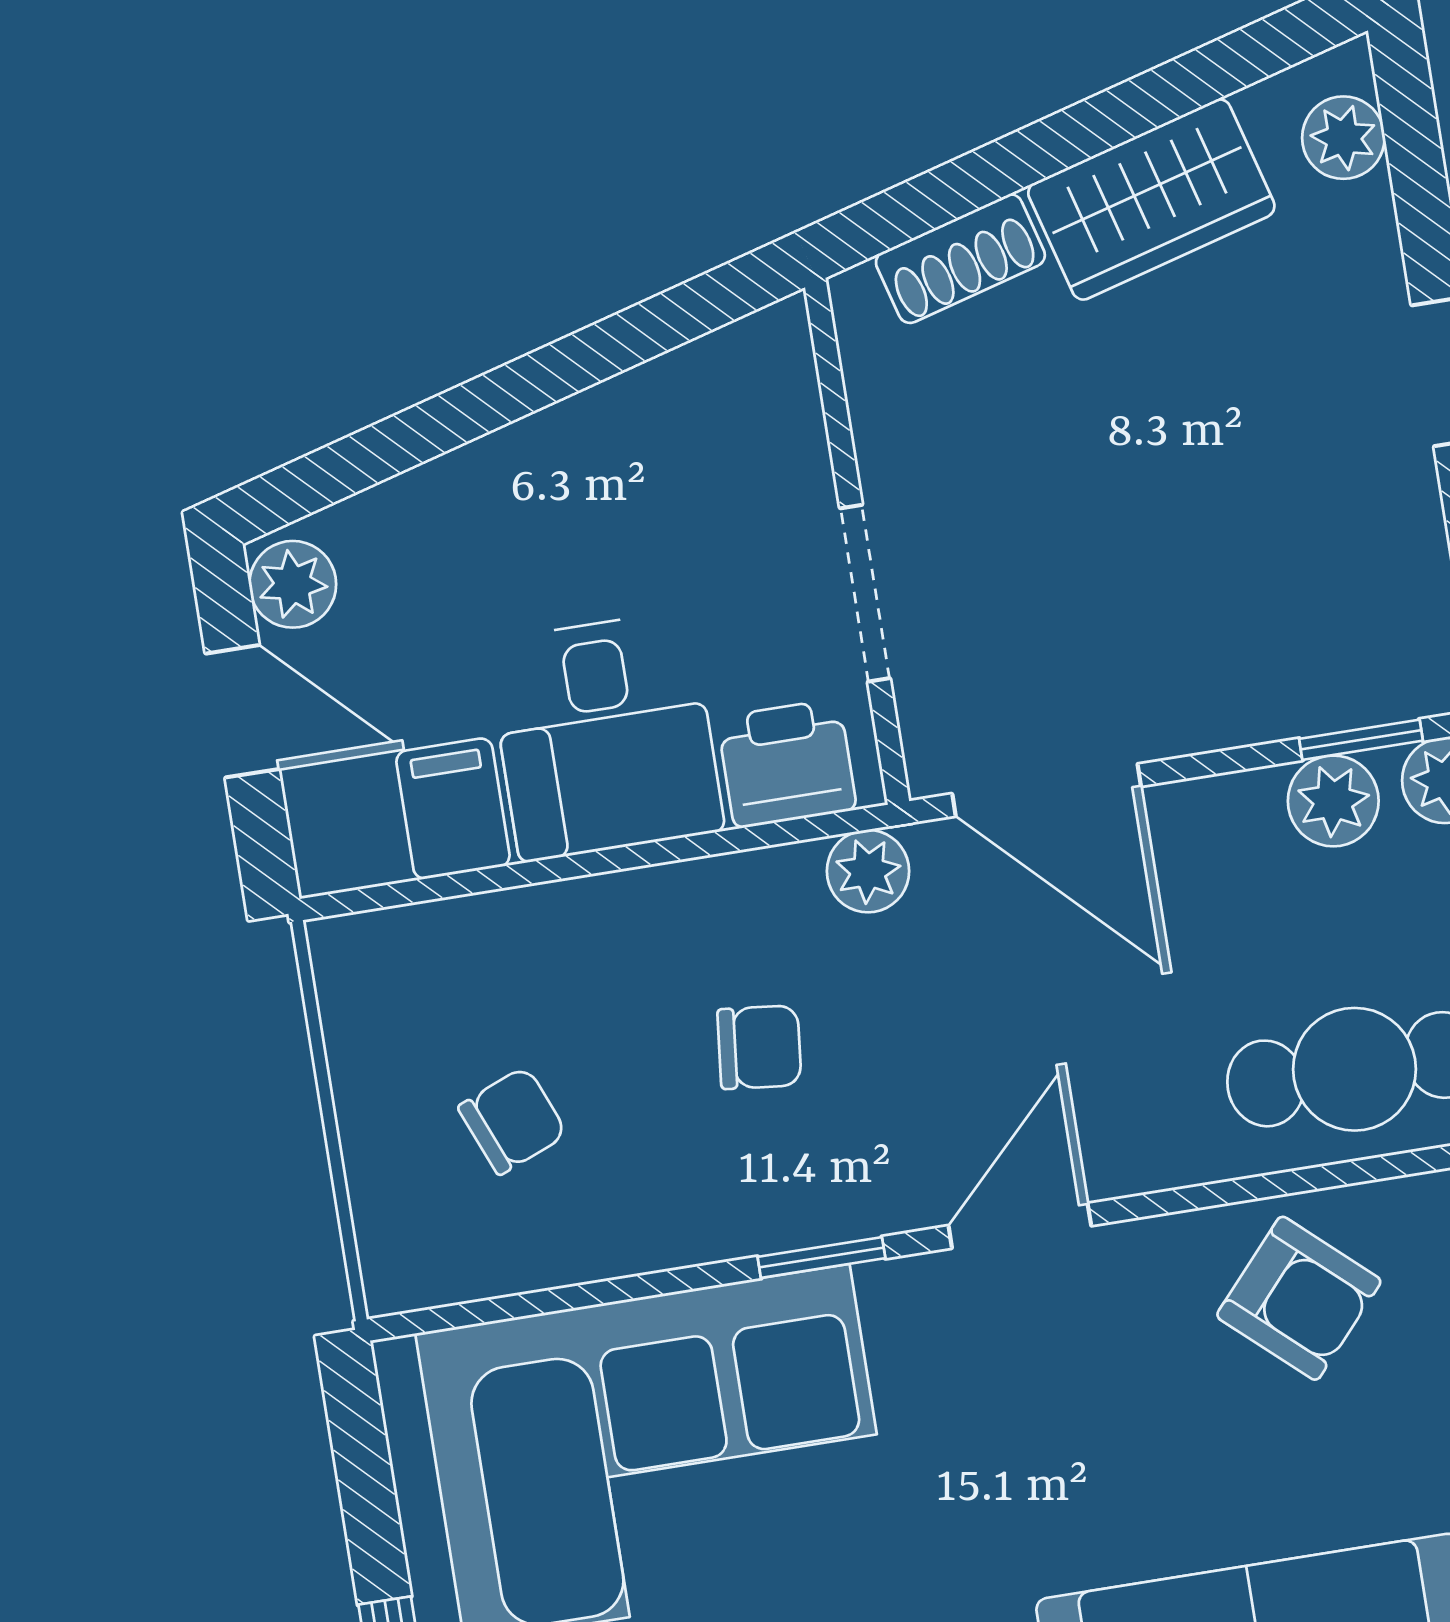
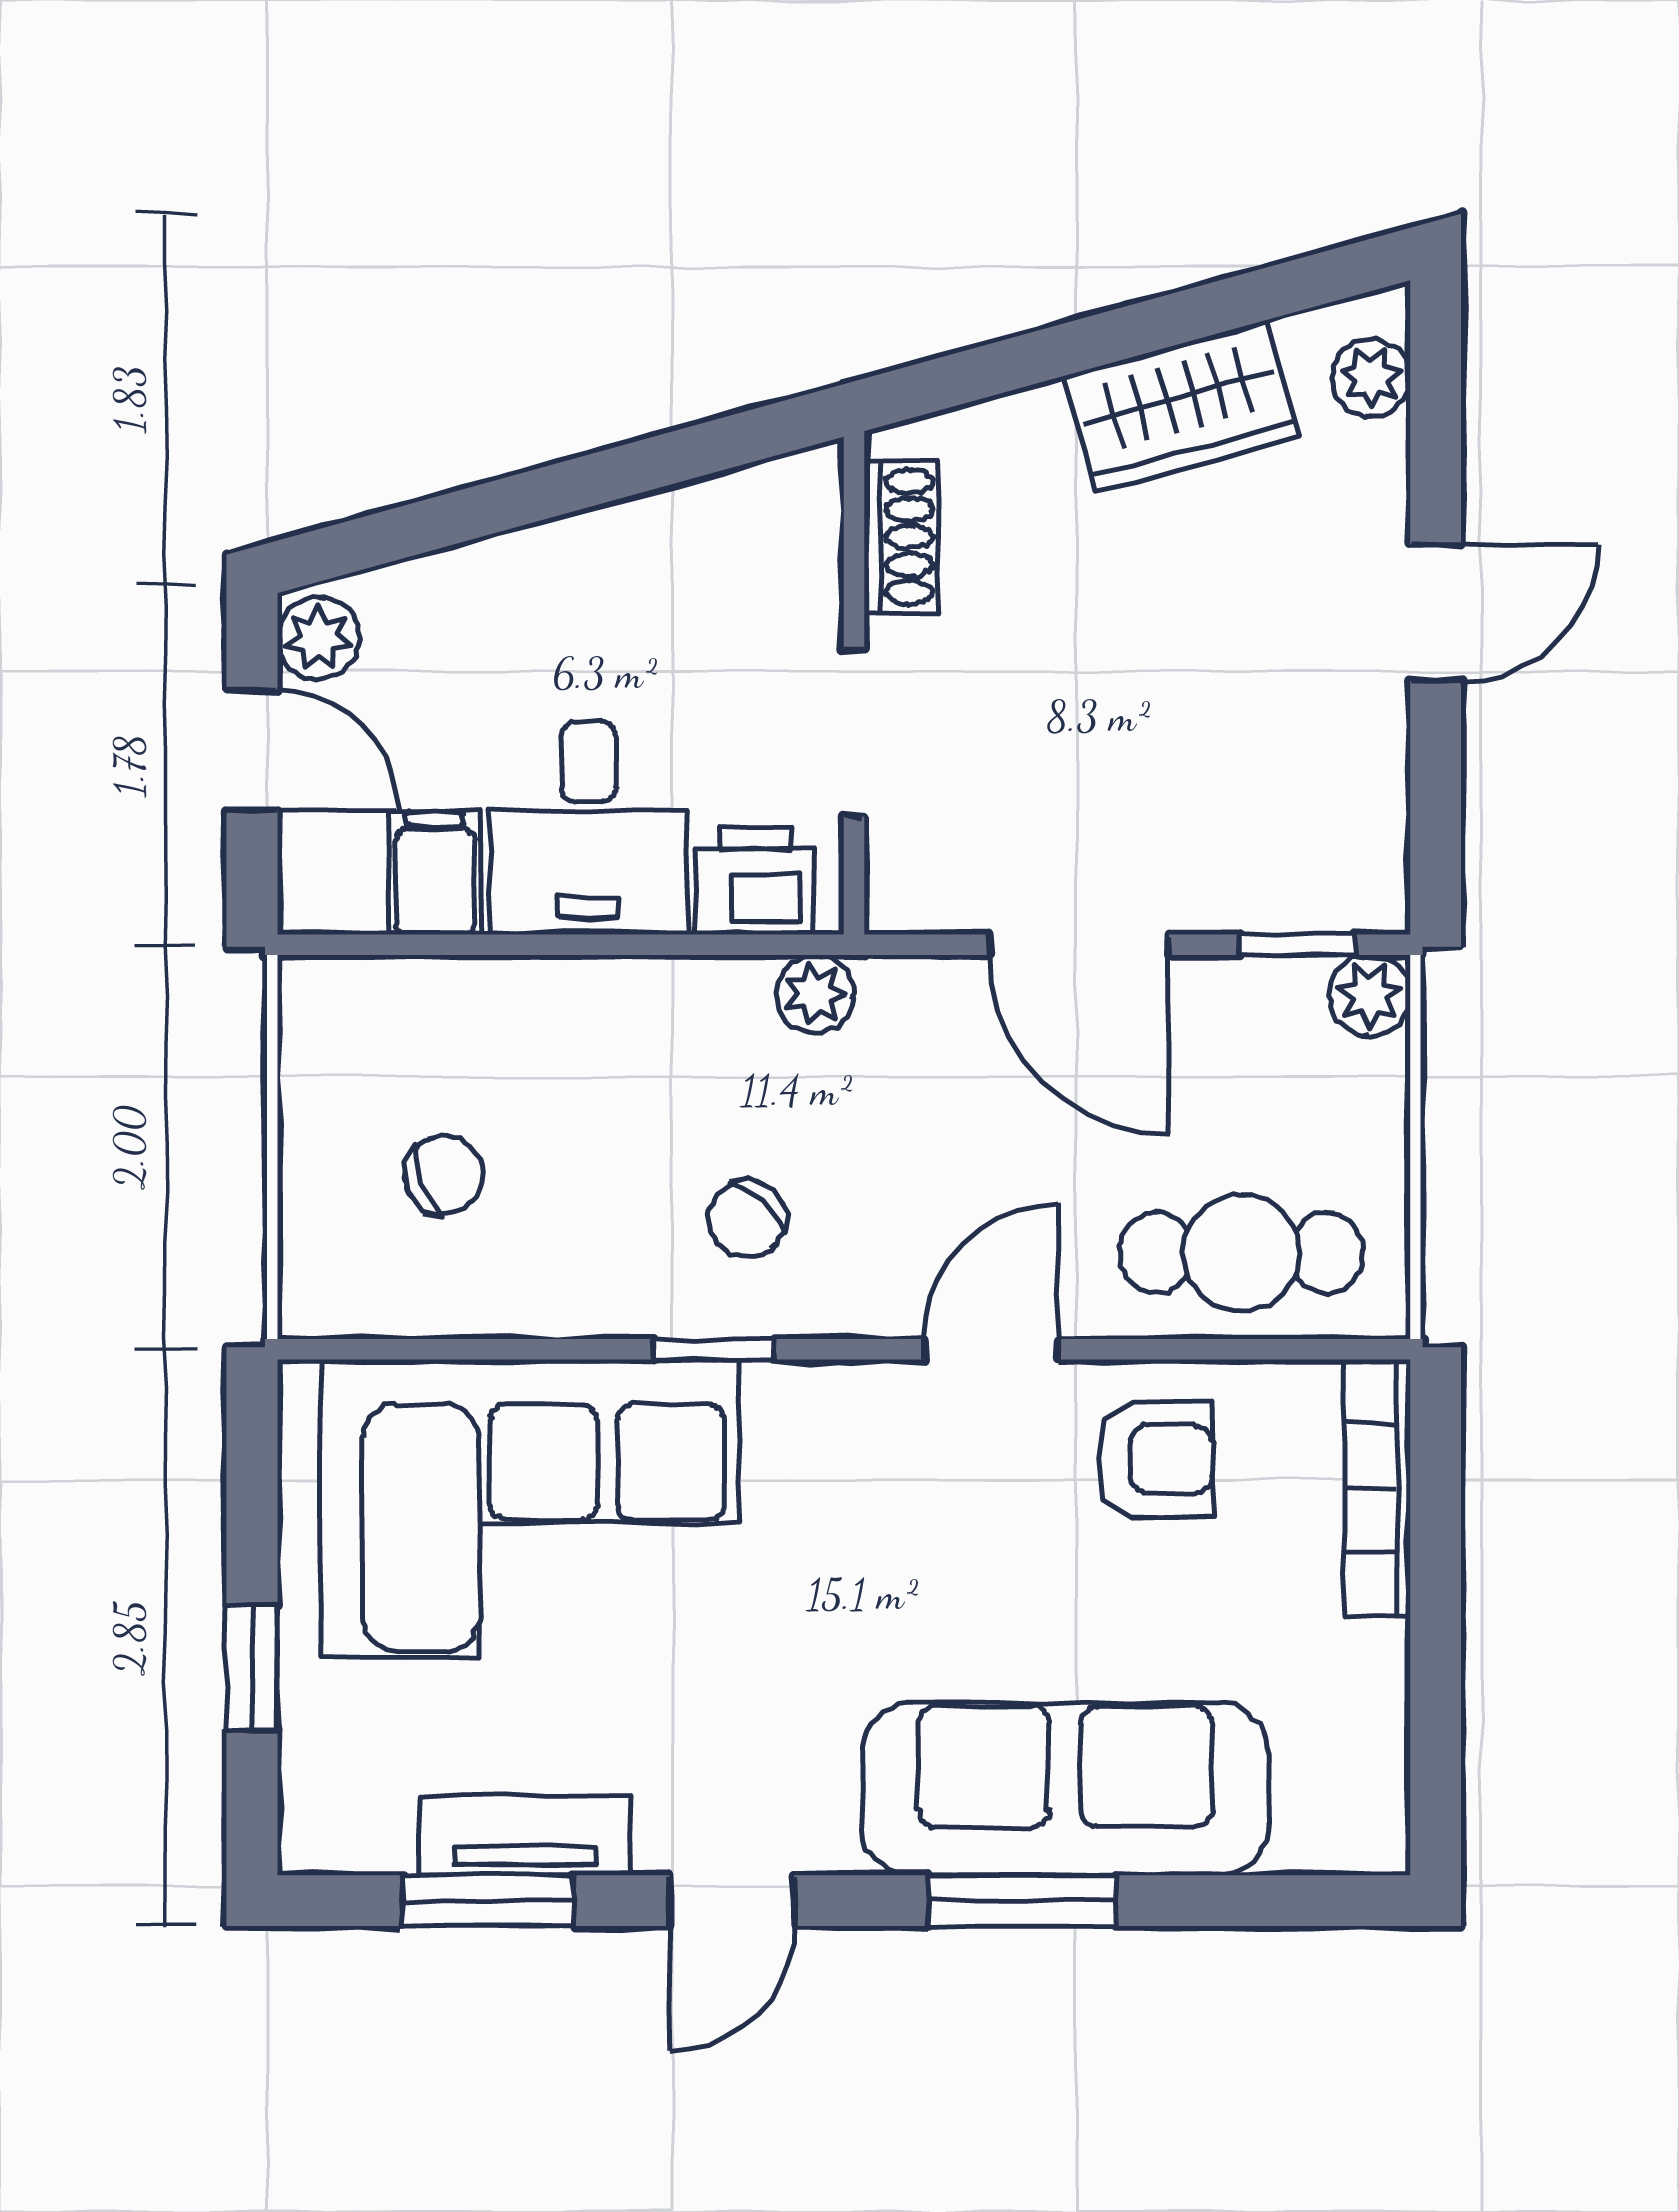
shoe rack: (960, 259) -> (901, 537), moved, turned -75
door: (1047, 790) -> (1079, 945), moved
plant: (1333, 801) -> (1262, 998), removed
chair: (759, 1047) -> (747, 1219), moved, turned 126
door: (1020, 1226) -> (991, 1349), moved
armchair: (1299, 1298) -> (1155, 1459), turned -42

